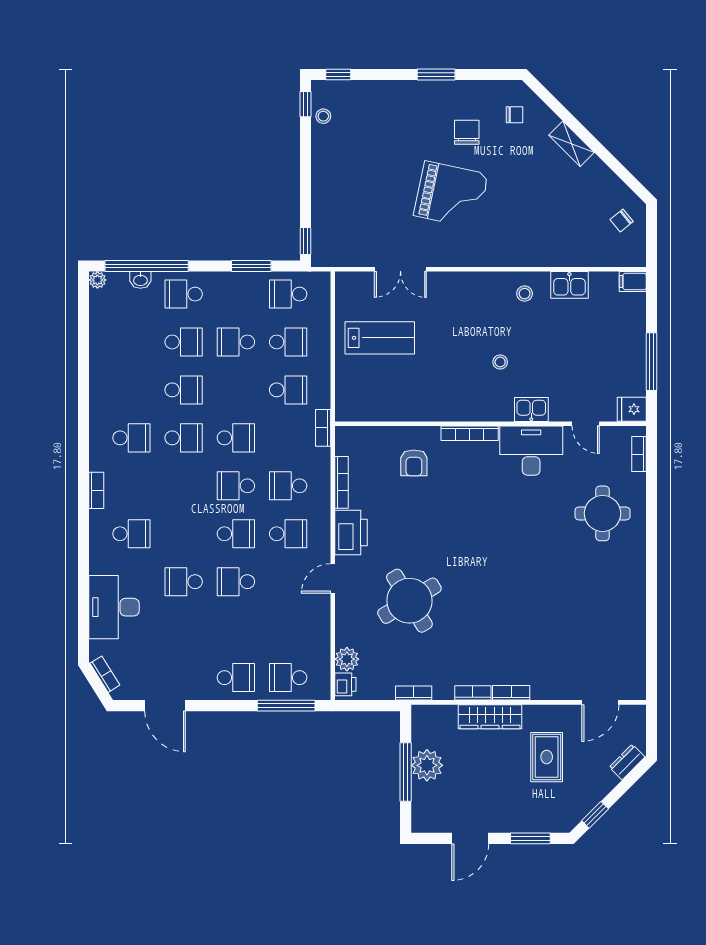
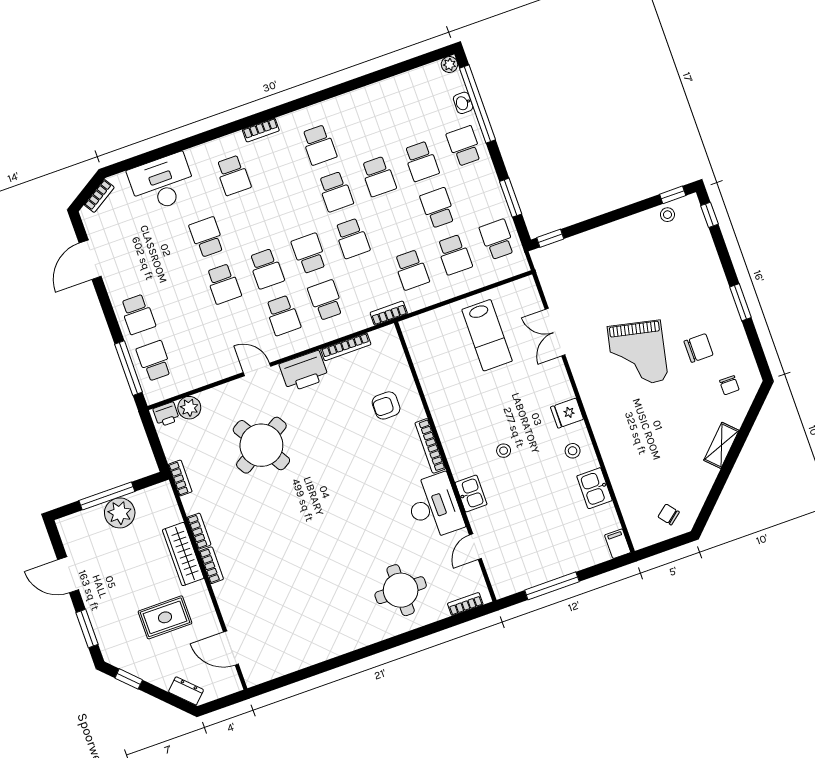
fridge: (632, 409) -> (567, 413), moved, turned -90
school desk: (236, 582) -> (223, 284), turned 180

